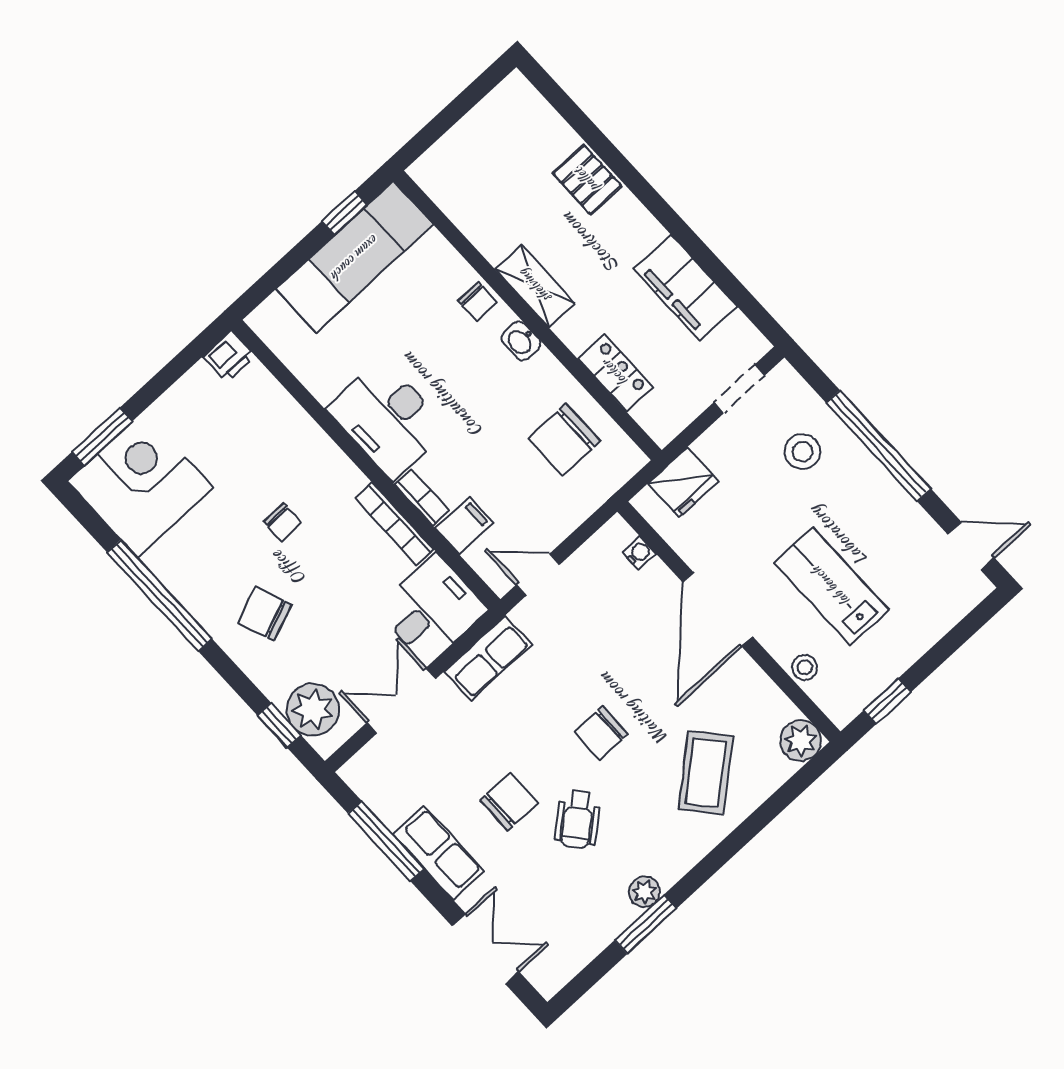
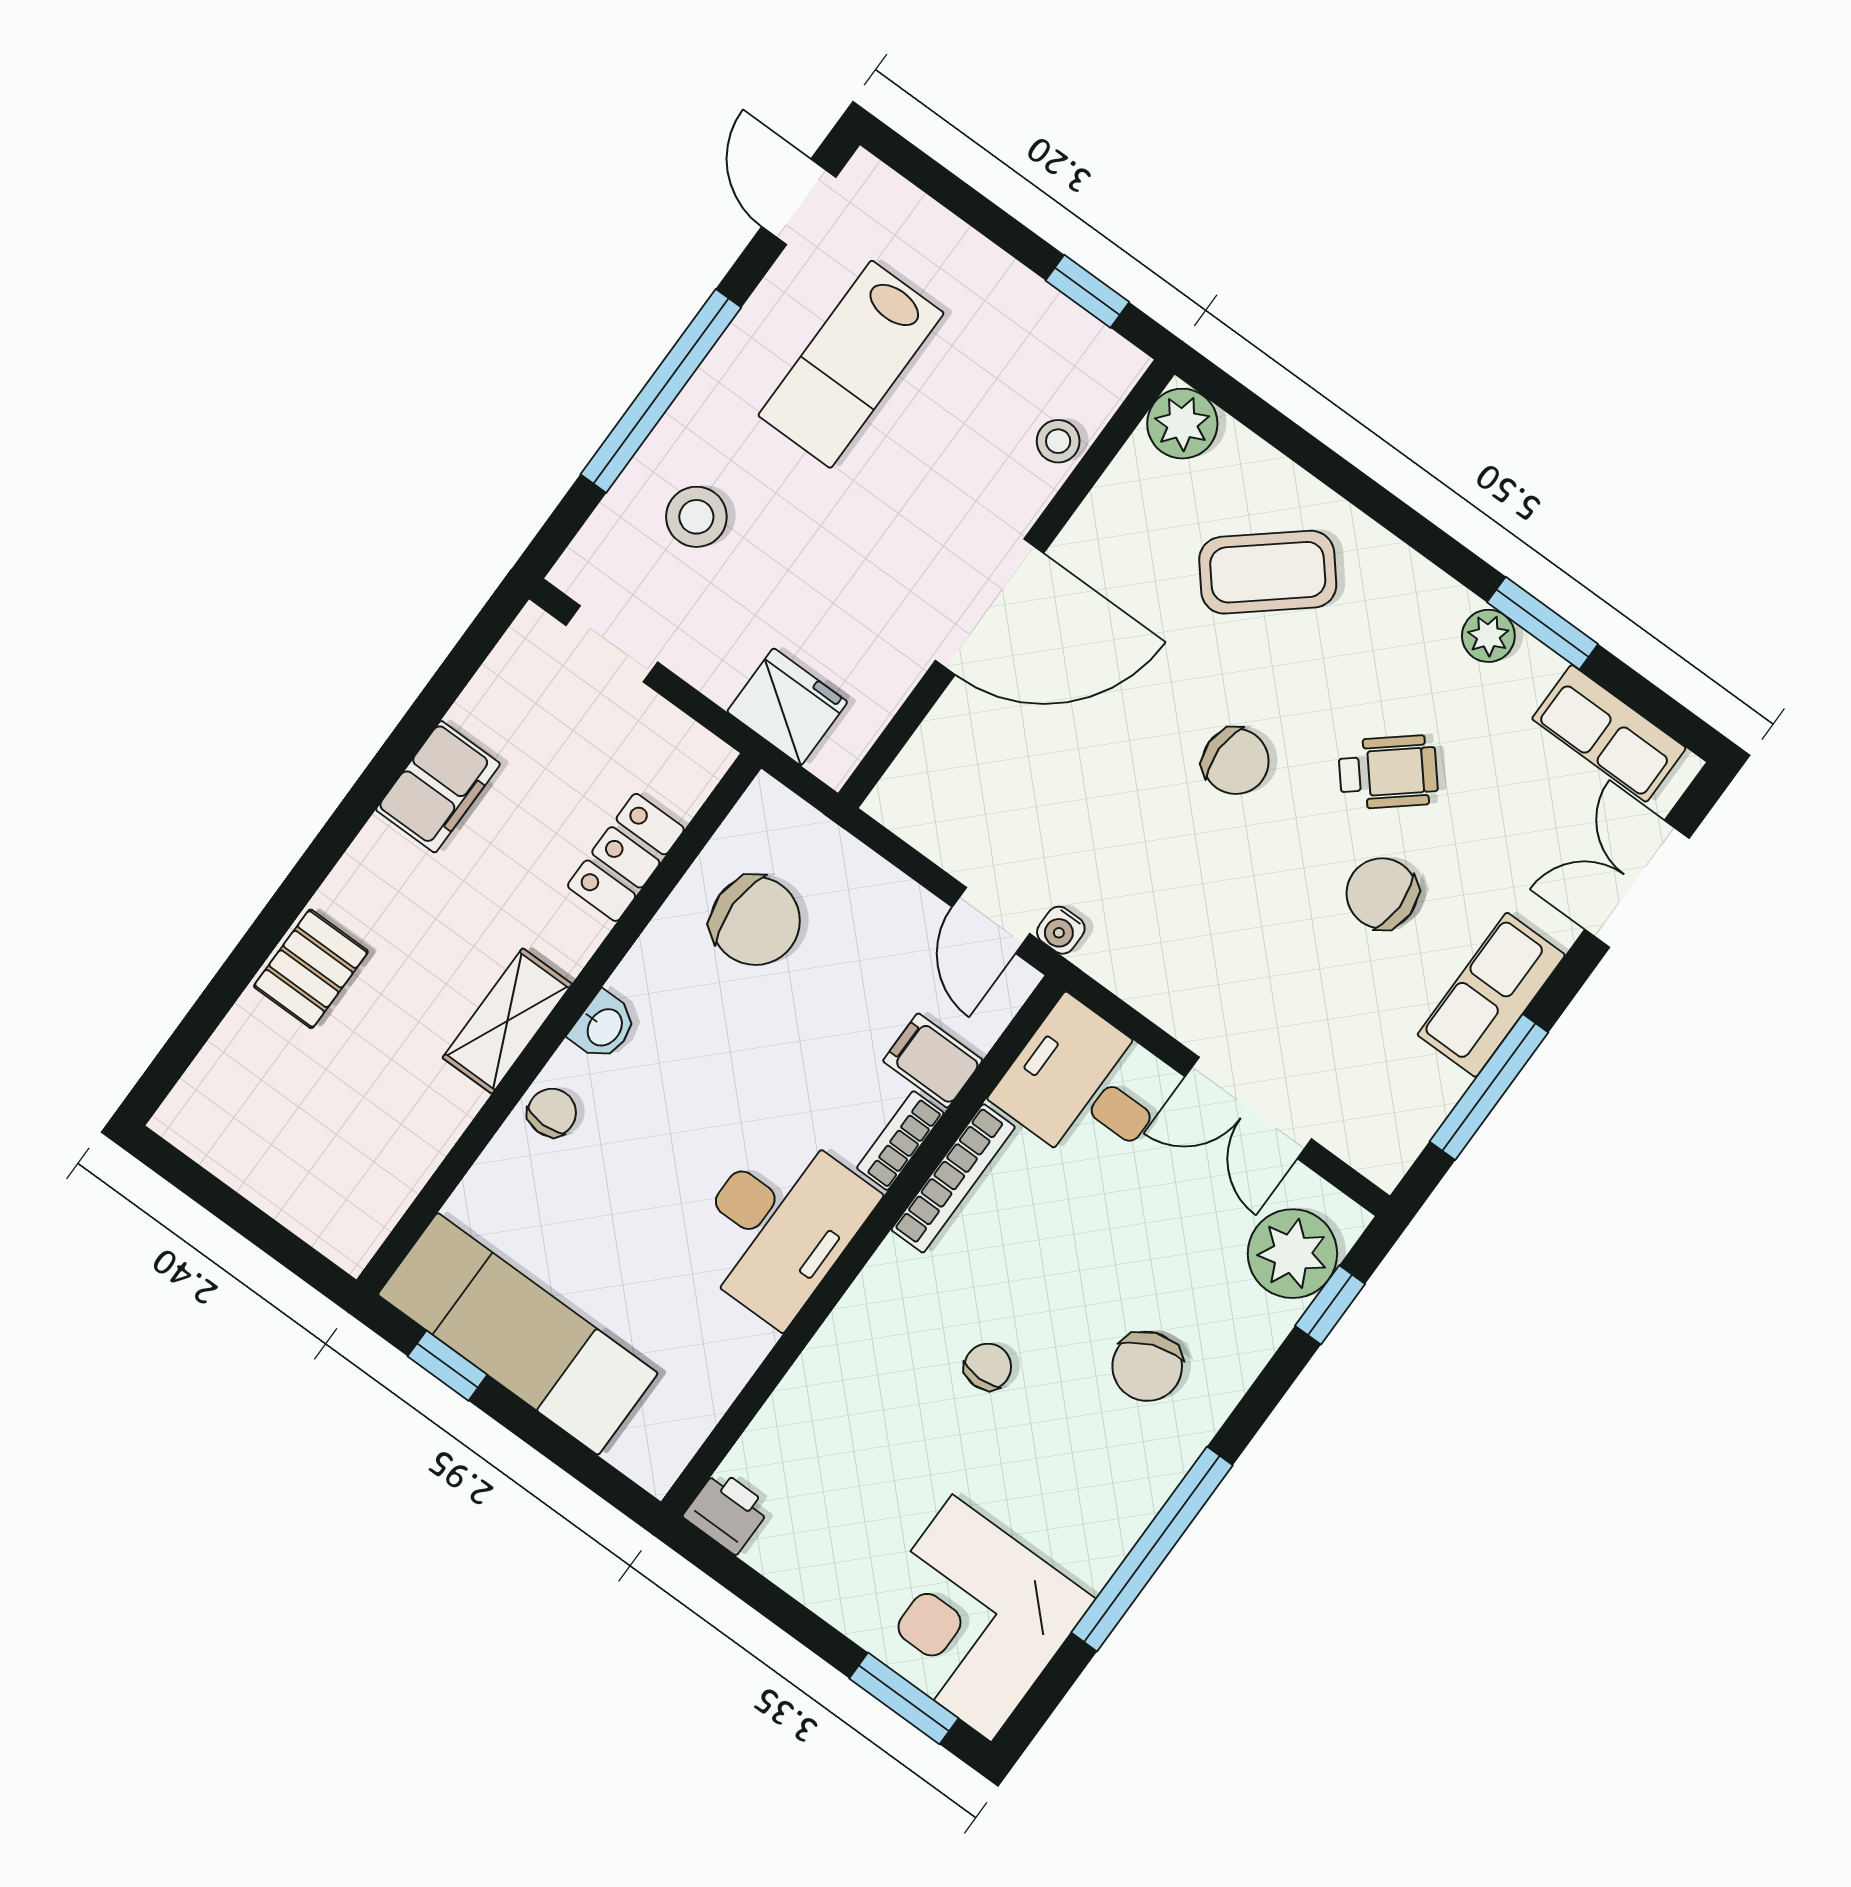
filing cabinet: (685, 288) -> (438, 787), width x0.67, depth x0.86
water cooler: (639, 553) -> (1061, 930), moved, turned -90
lab bench: (831, 586) -> (851, 364), moved
row of seats: (488, 658) -> (1609, 733), moved, turned 180

